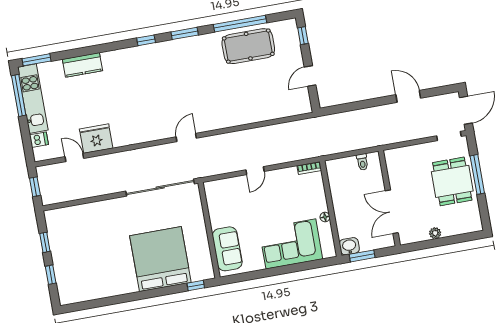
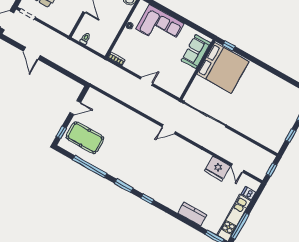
pool table: (248, 46) -> (85, 138), moved
bed: (160, 259) -> (223, 68), moved, turned -90

